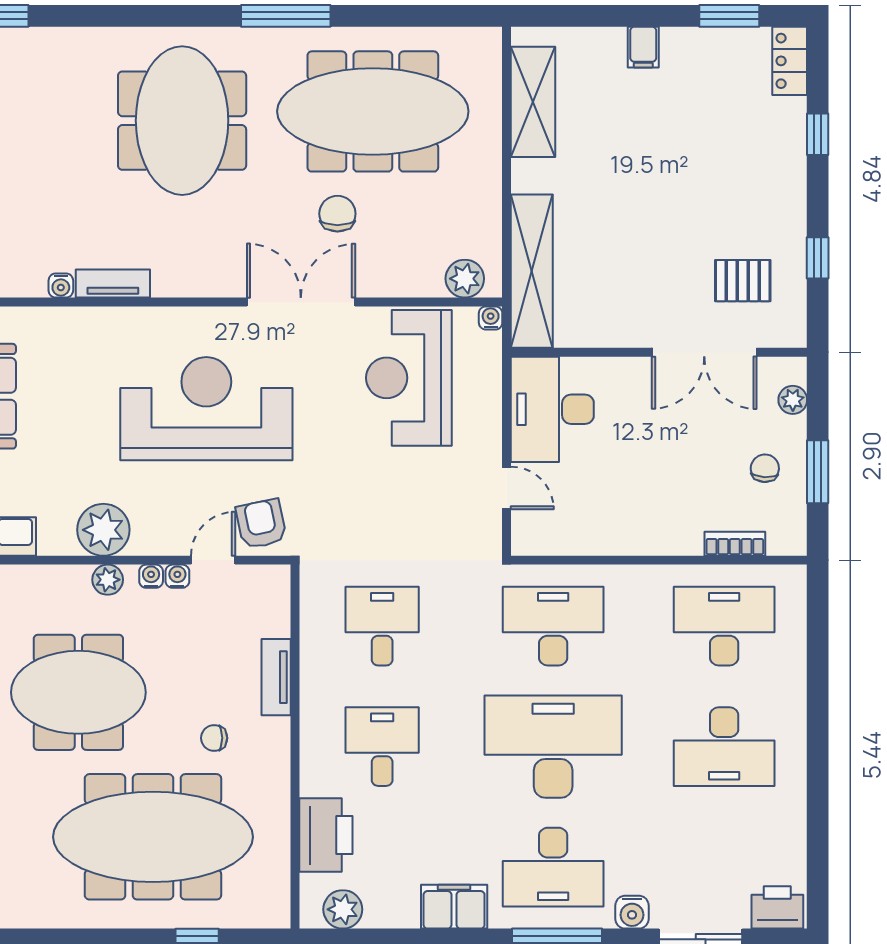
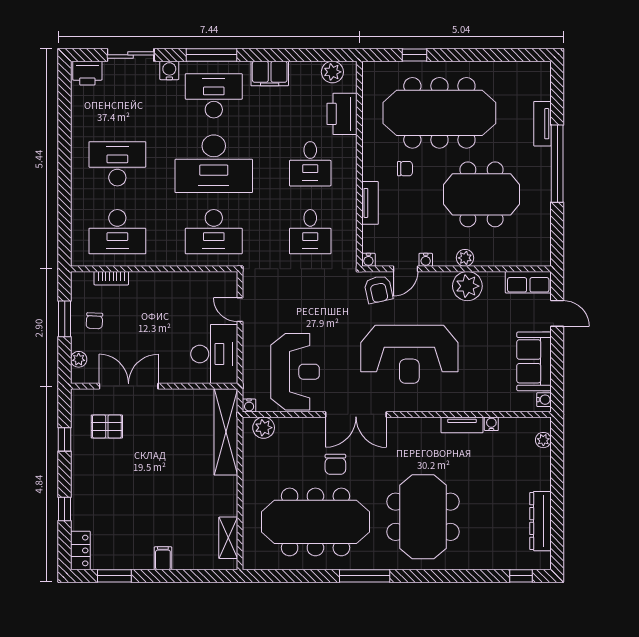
shelving: (533, 102) -> (228, 538), width x0.67, depth x0.75
water cooler: (151, 576) -> (368, 260), moved

